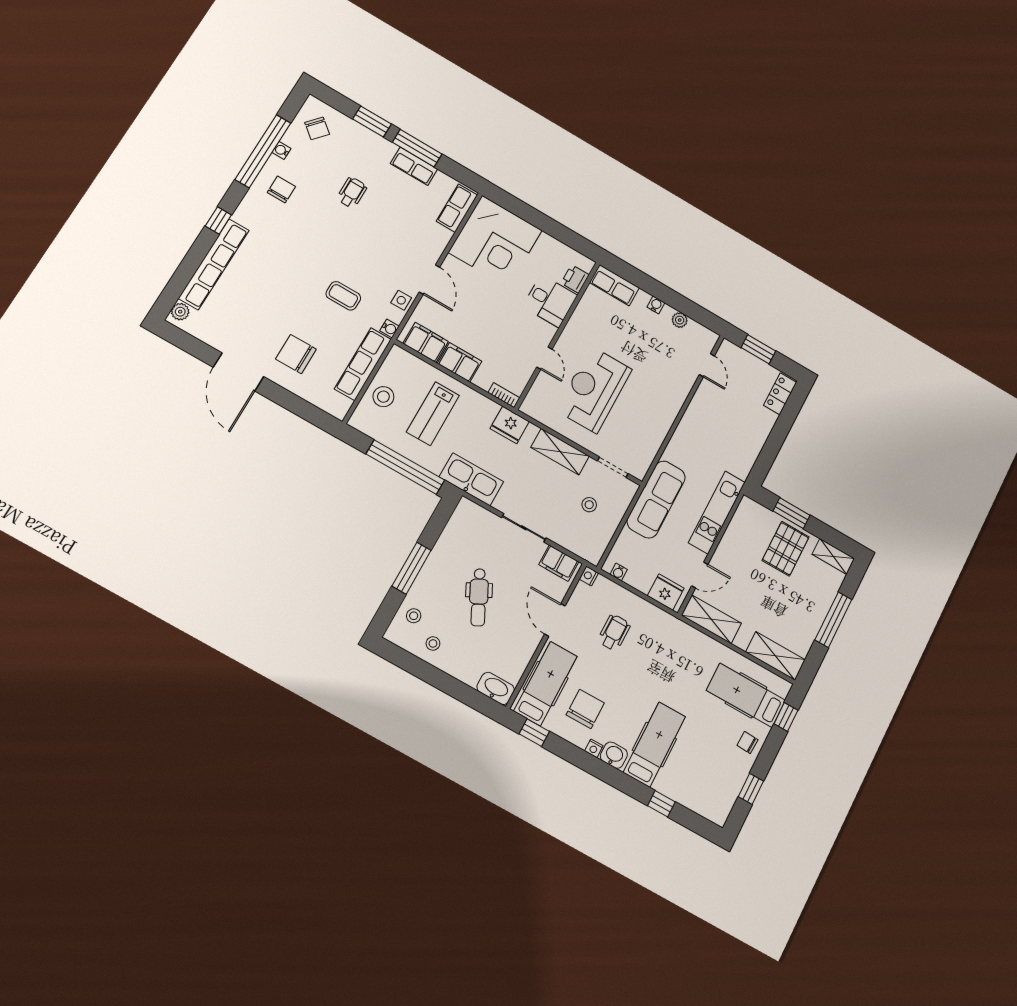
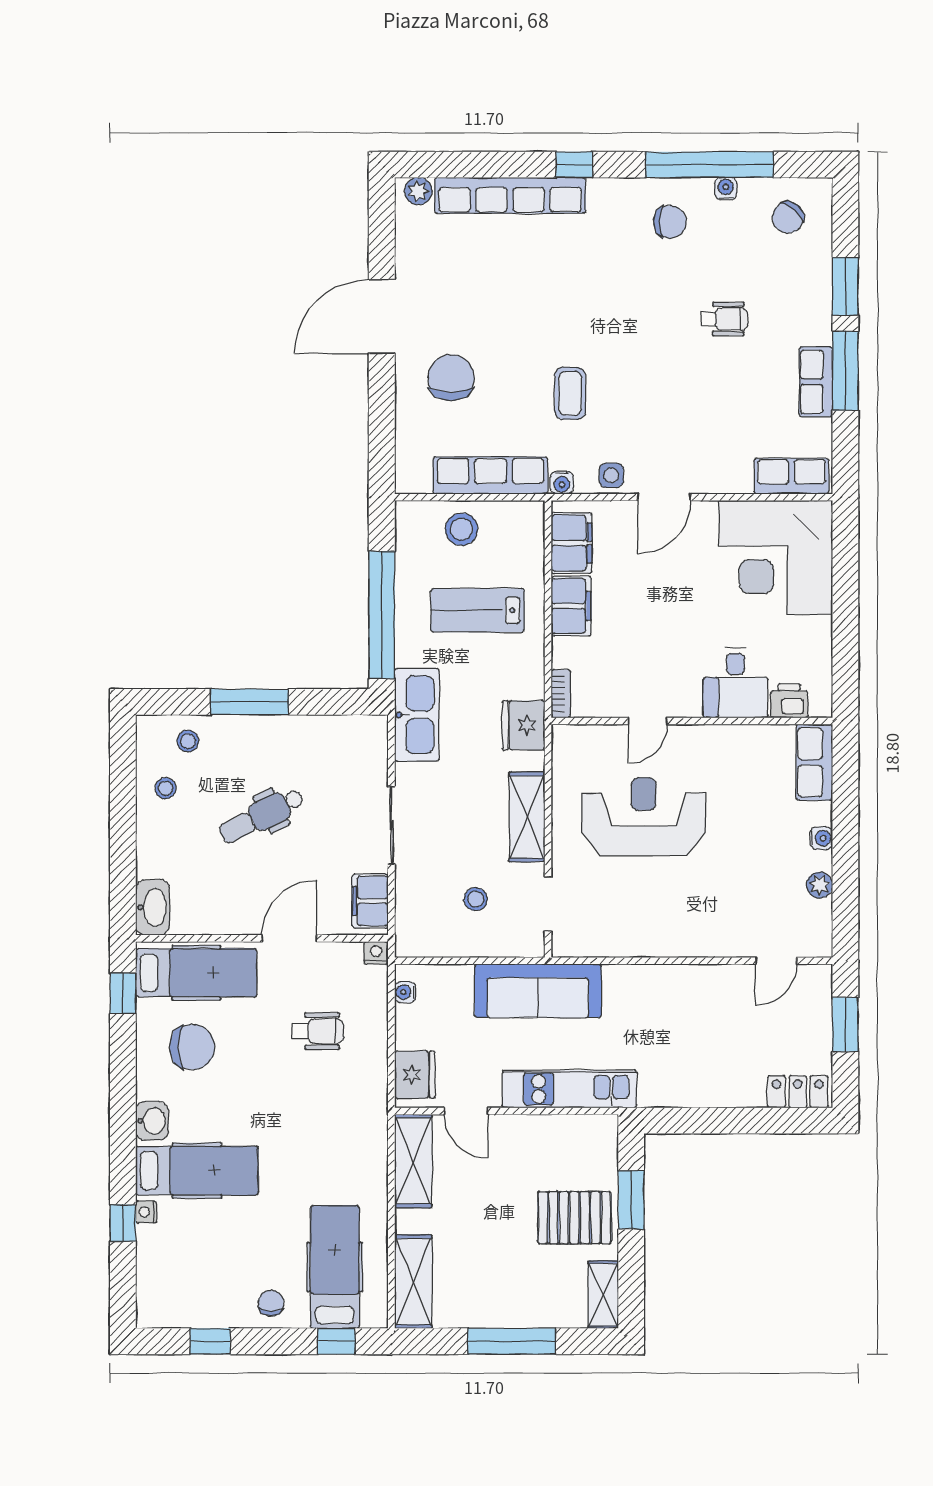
nightstand: (594, 748) -> (146, 1212), moved

